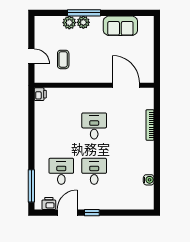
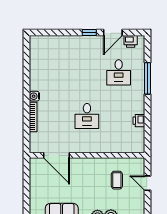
printer: (40, 94) -> (139, 121), moved
desk: (94, 171) -> (87, 72), removed
water cooler: (149, 180) -> (34, 96), moved
window: (31, 186) -> (147, 78), moved

